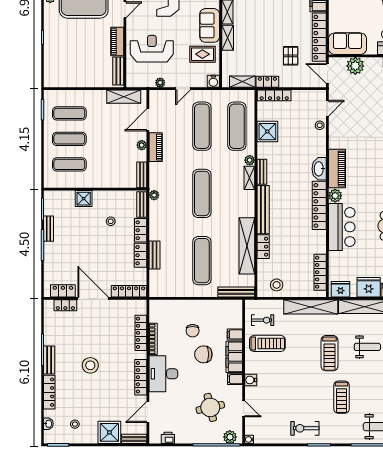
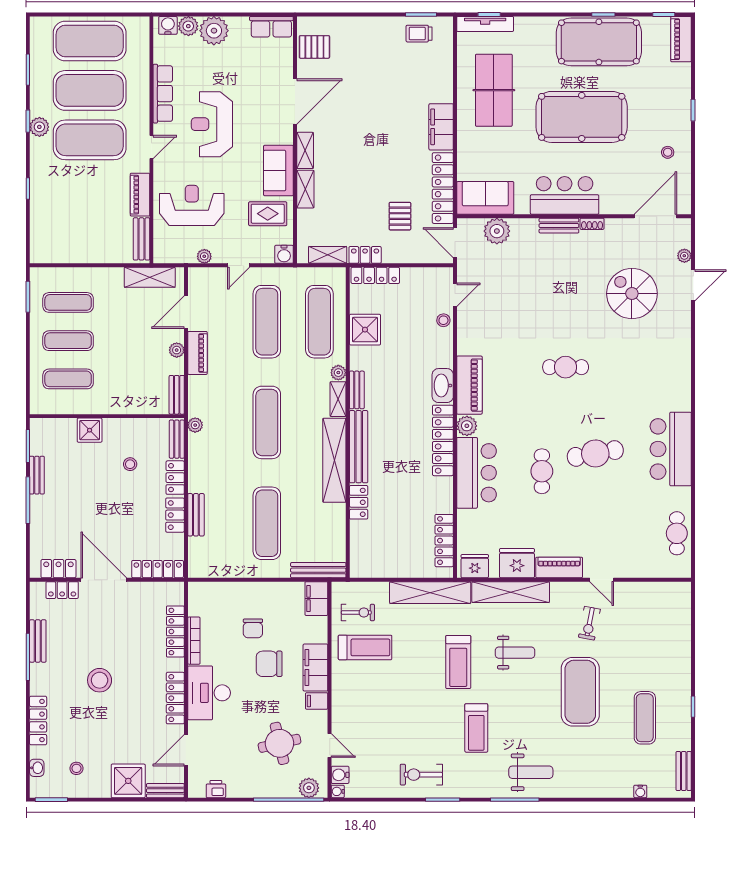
shelving: (247, 246) -> (334, 460), moved
stool: (277, 285) -> (379, 560), removed
filing cabinet: (235, 334) -> (316, 599), moved, width x2.00
bench: (49, 360) -> (38, 641), moved
water cooler: (251, 380) -> (340, 775), moved

